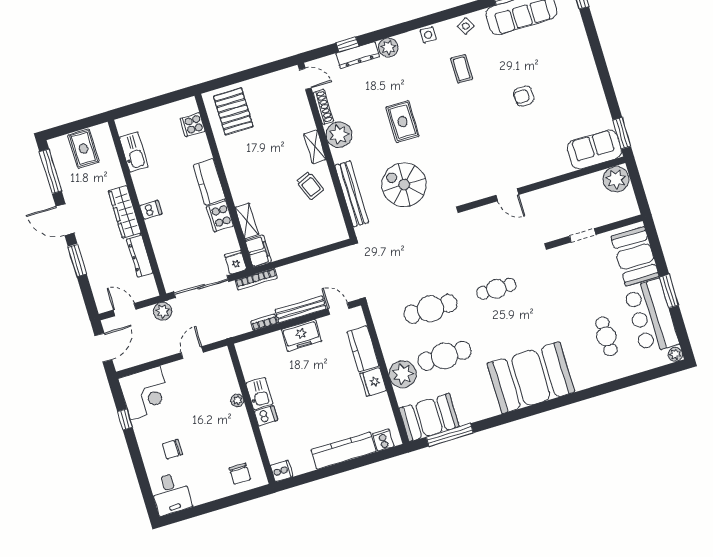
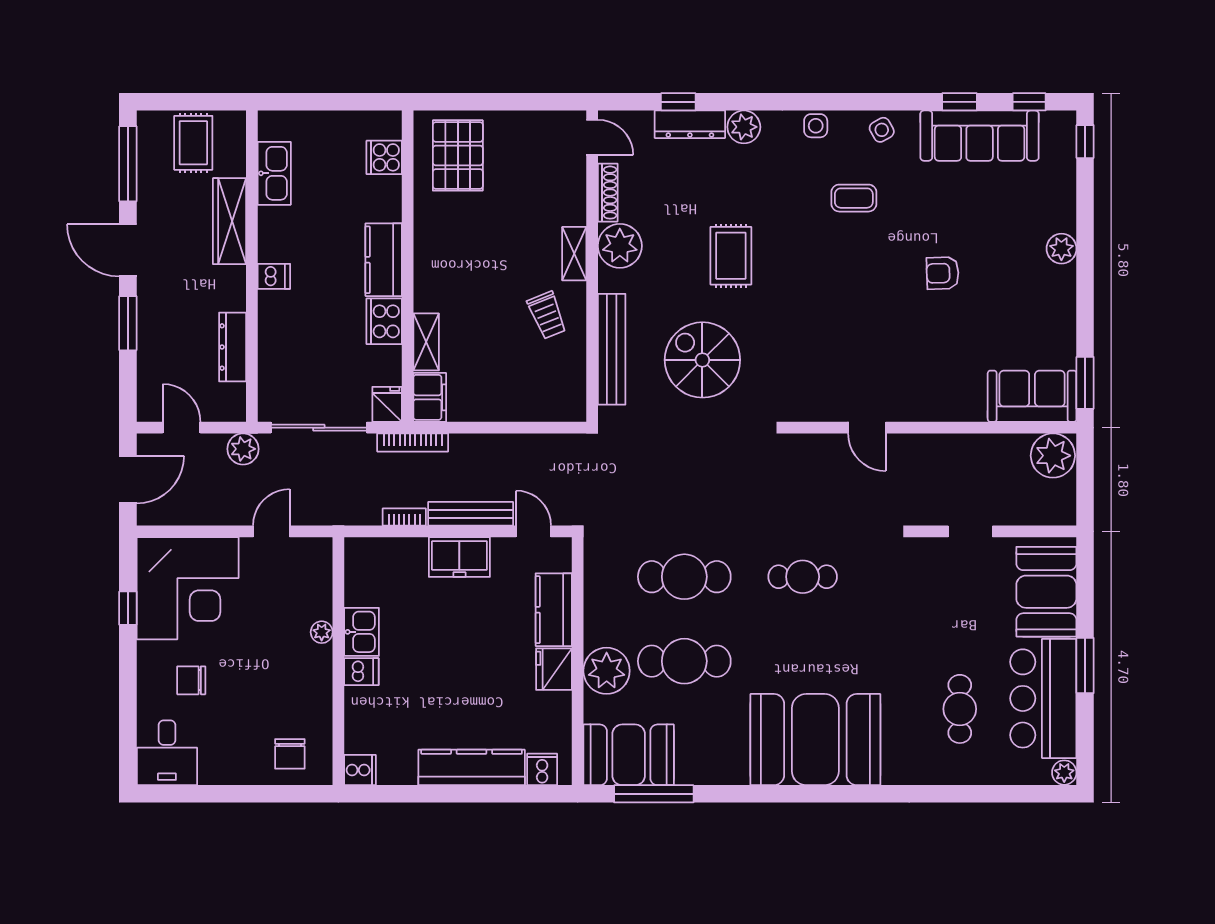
plant: (586, 62) -> (1061, 249), added
coffee table: (462, 69) -> (854, 198), turned 90
wardrobe: (125, 212) -> (229, 221), moved
corner desk: (145, 393) -> (188, 588), width x1.36, depth x1.36

